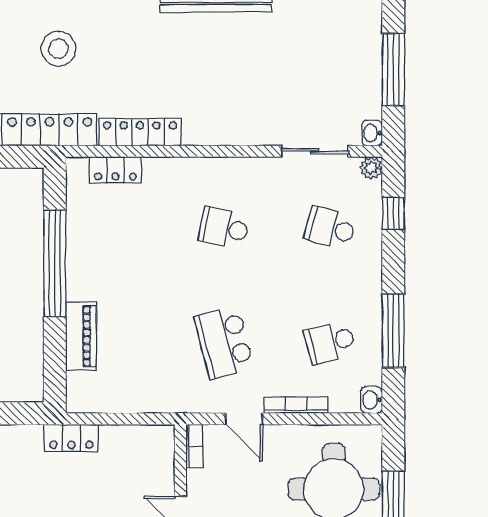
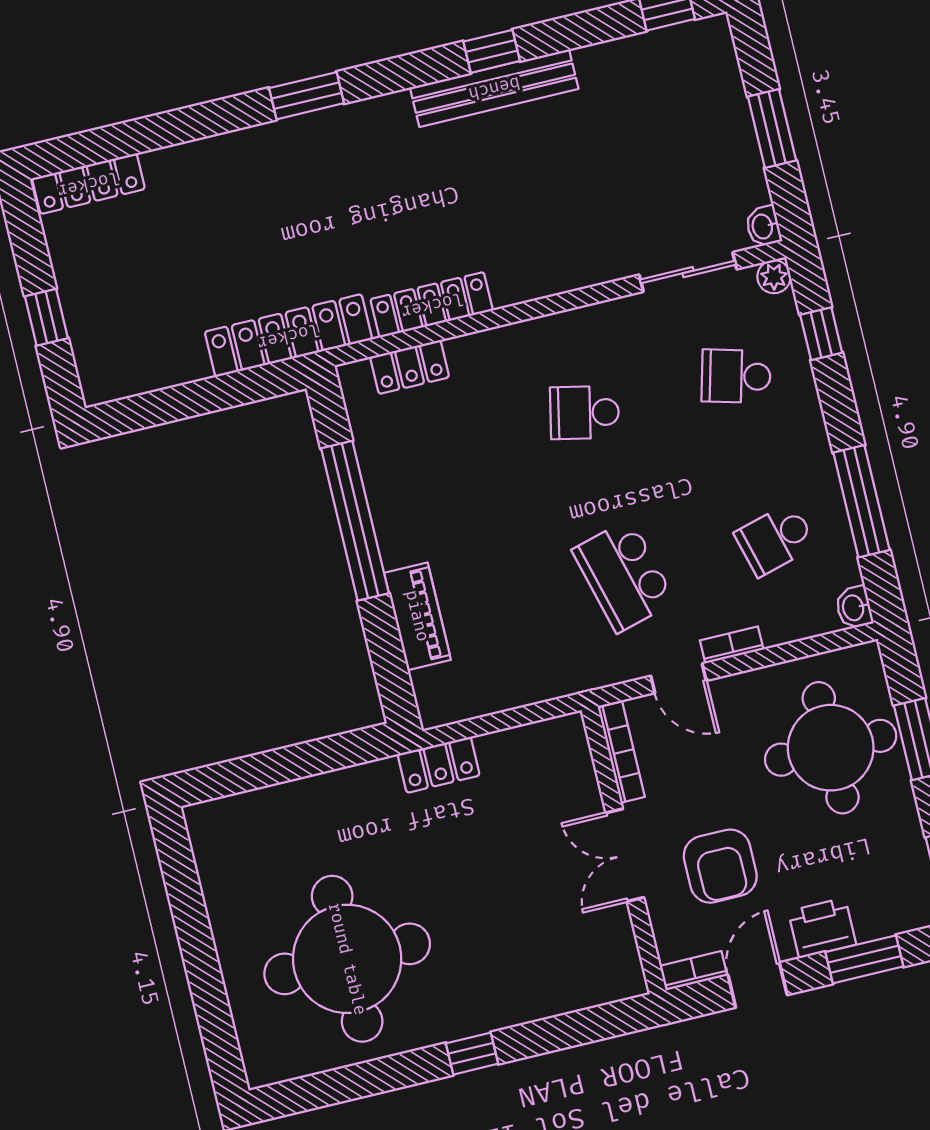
stool: (58, 49) -> (287, 213), removed
window: (393, 70) -> (772, 128), width x0.69
bookcase: (296, 405) -> (732, 645), width x0.64
bookcase: (194, 447) -> (621, 752), width x1.56

